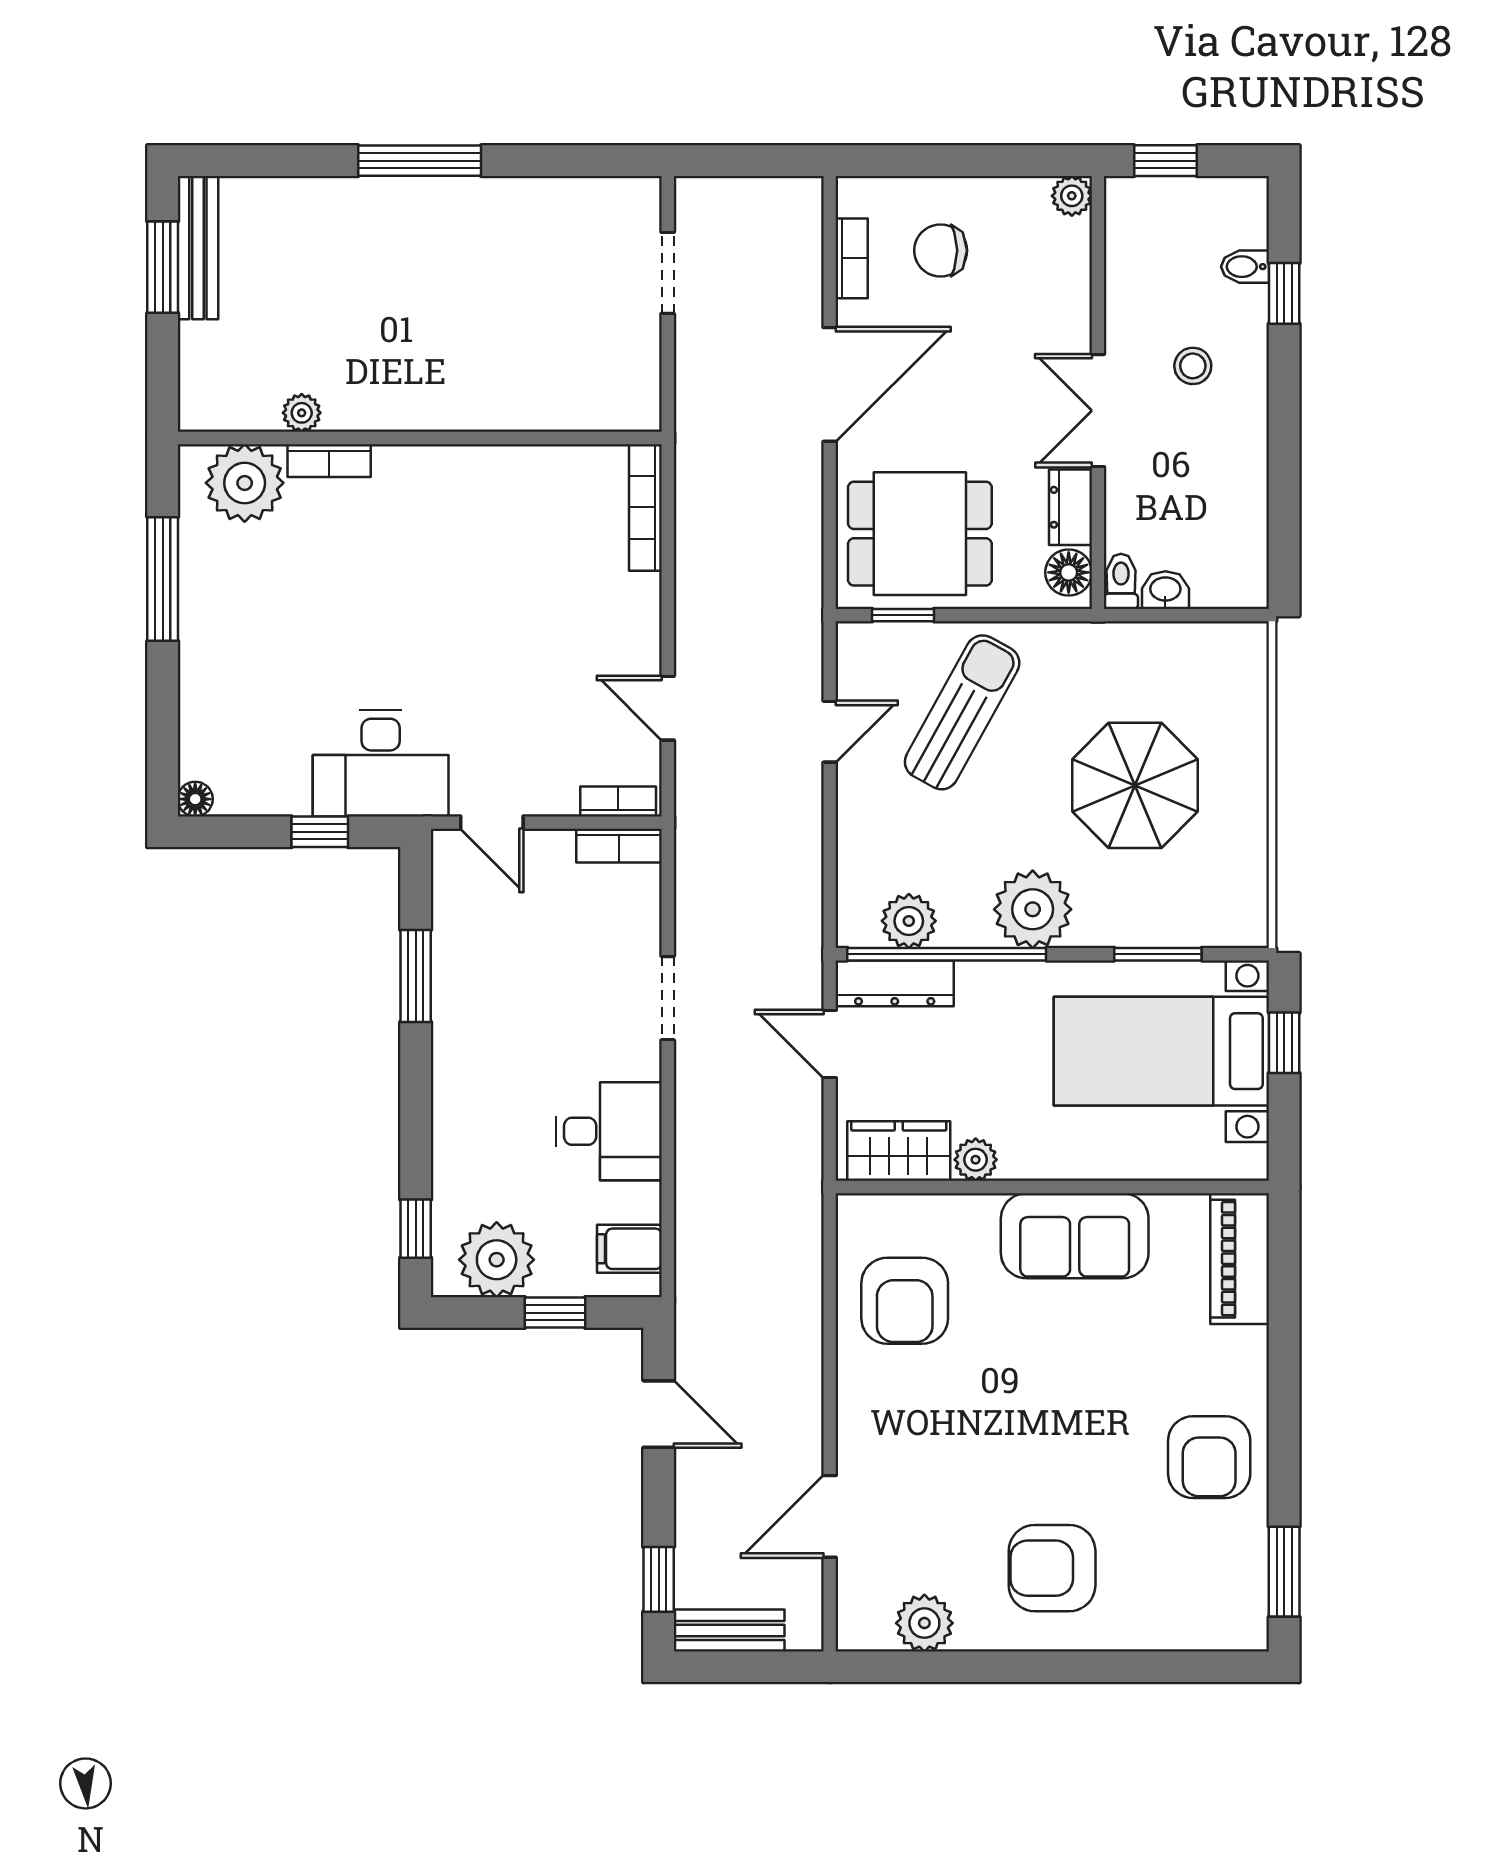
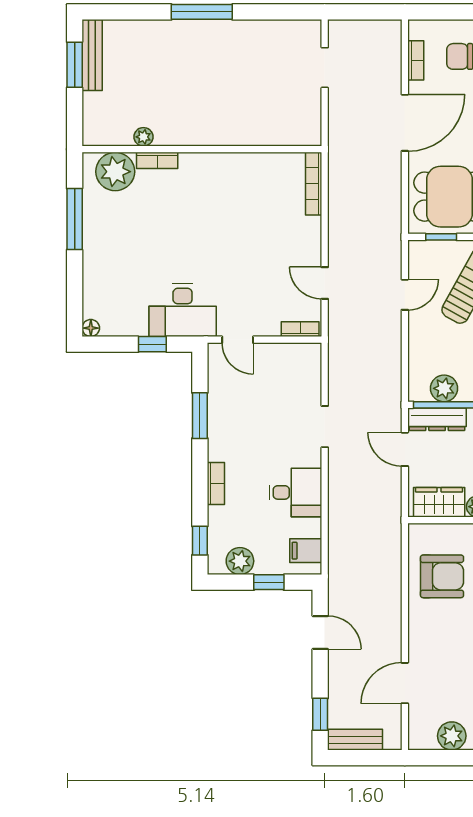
bookcase: (619, 846) -> (216, 484), moved, turned -90
plant: (497, 1260) -> (240, 561), width x0.73, depth x0.73
armchair: (905, 1301) -> (442, 576), turned -90

